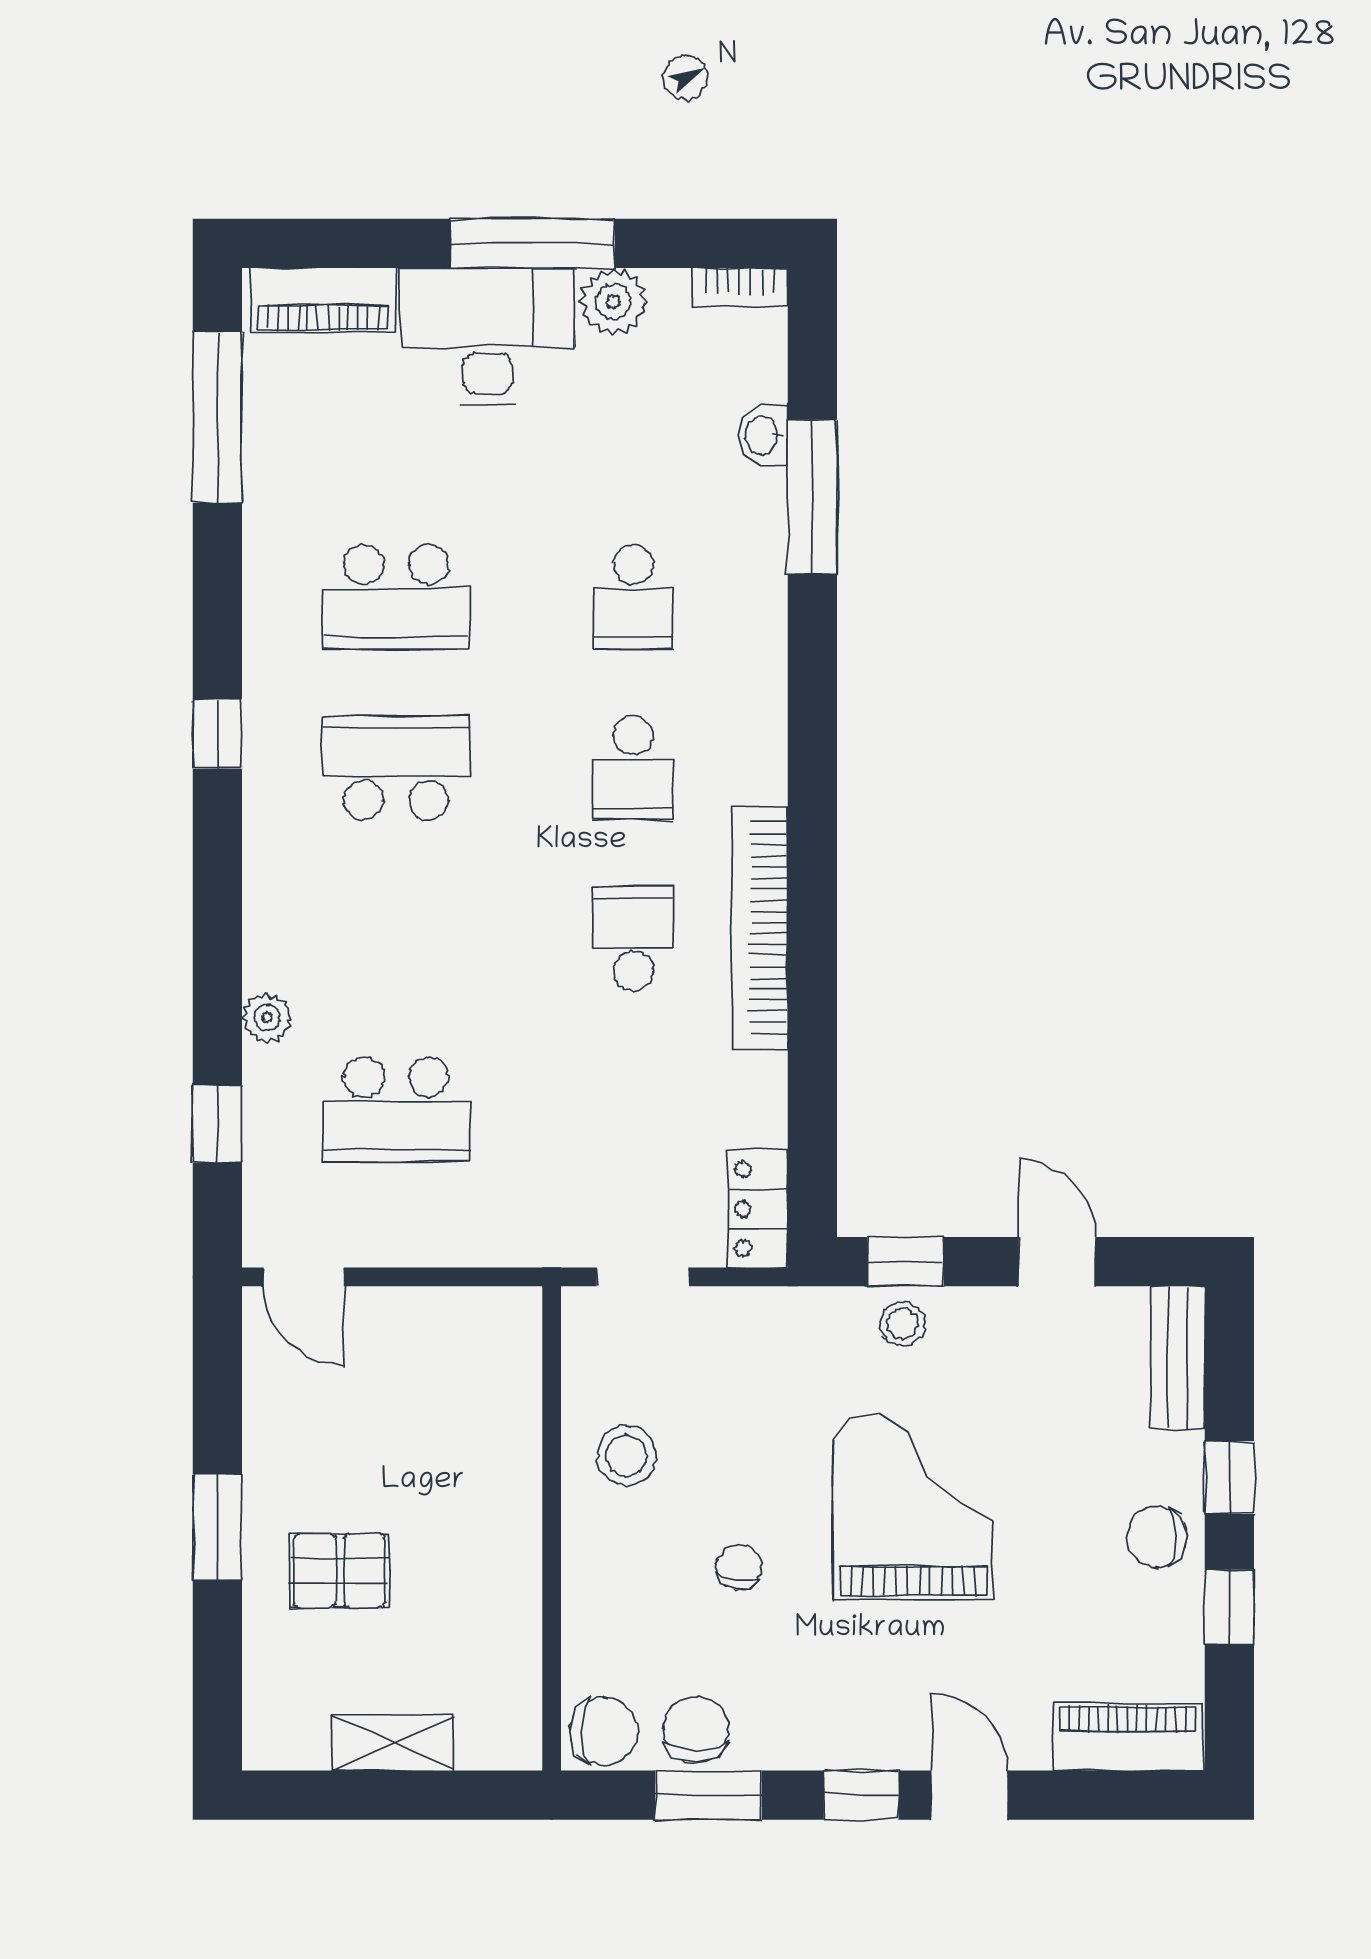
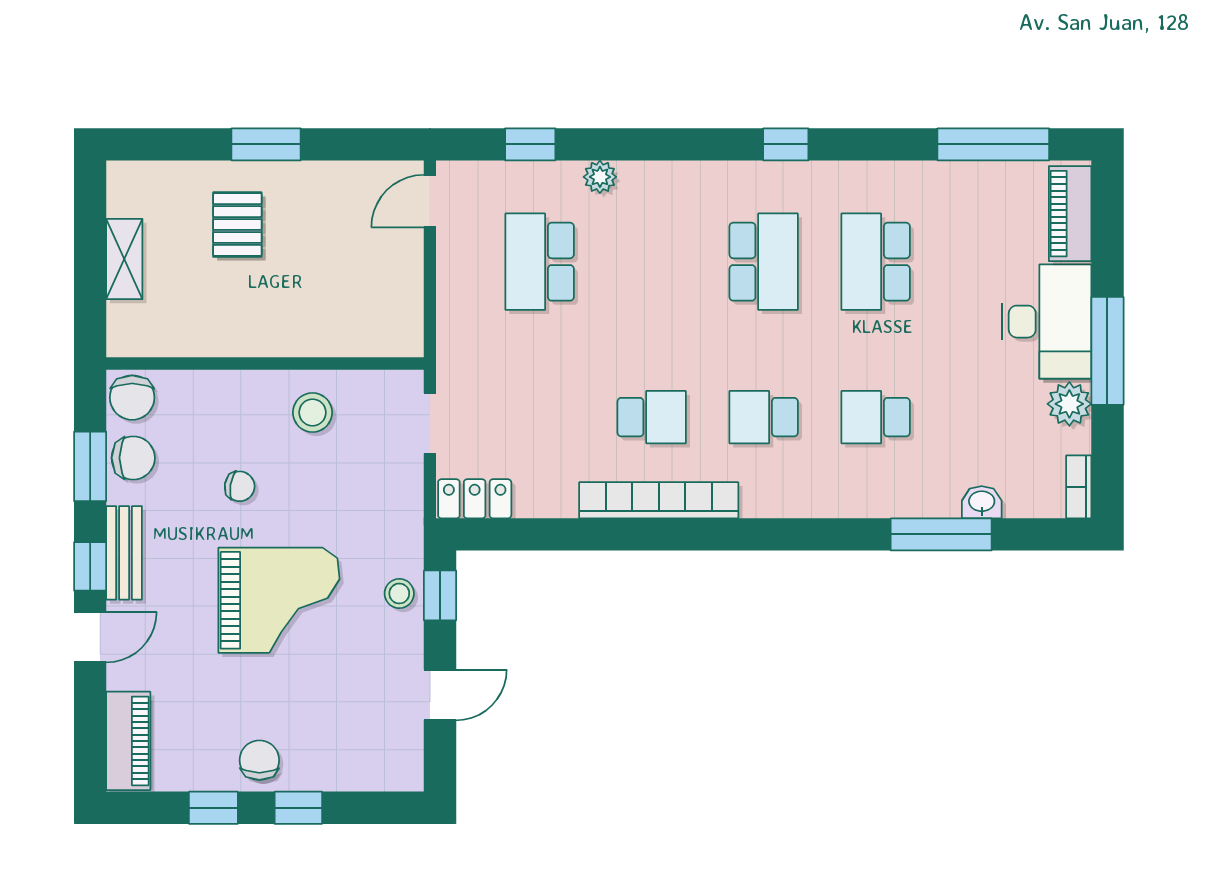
bench: (1178, 1357) -> (124, 553), moved, turned 90

